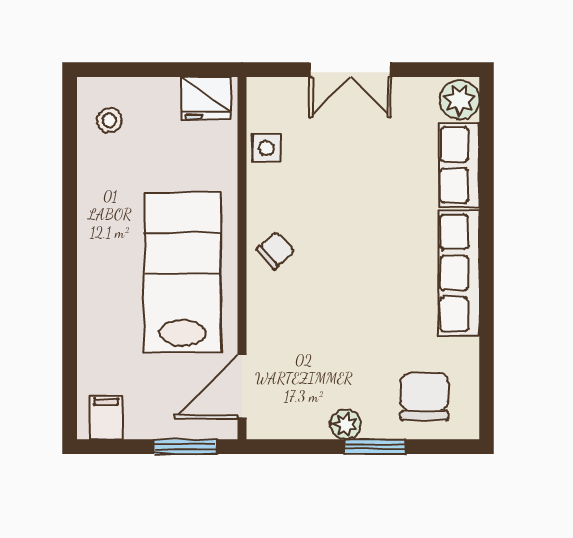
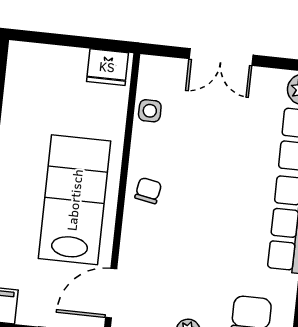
stool: (109, 120) -> (30, 76), removed
chair: (275, 250) -> (148, 191), turned -39

